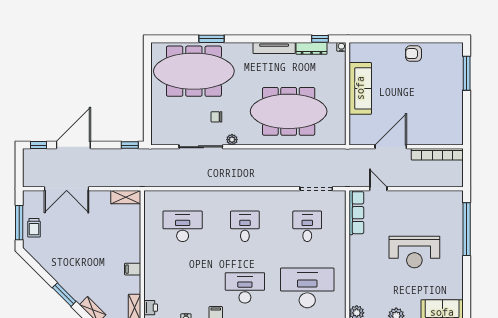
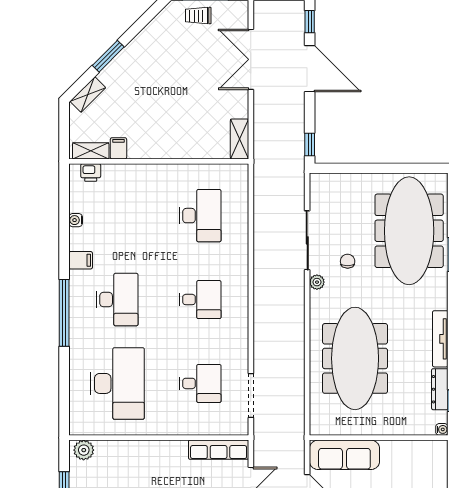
sofa: (360, 88) -> (344, 455), moved
filing cabinet: (133, 269) -> (118, 148), moved

